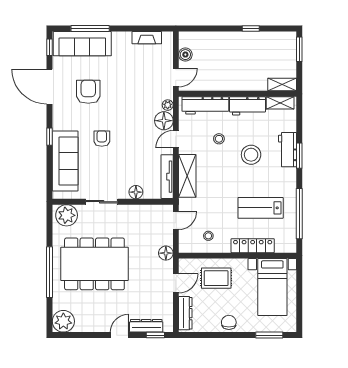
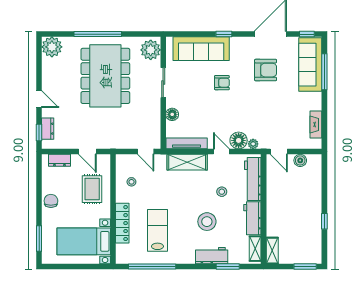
window: (299, 156) -> (228, 267), moved
floor lamp: (166, 253) -> (115, 142), removed
dresser: (185, 313) -> (59, 160), width x0.70
chair: (229, 322) -> (51, 201), turned -90
dresser: (146, 326) -> (48, 129), width x0.70

